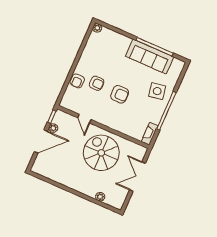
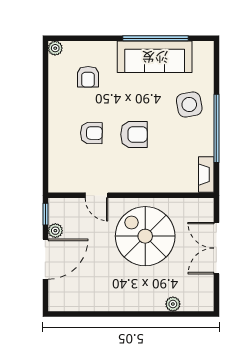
armchair: (77, 81) -> (88, 77), moved

